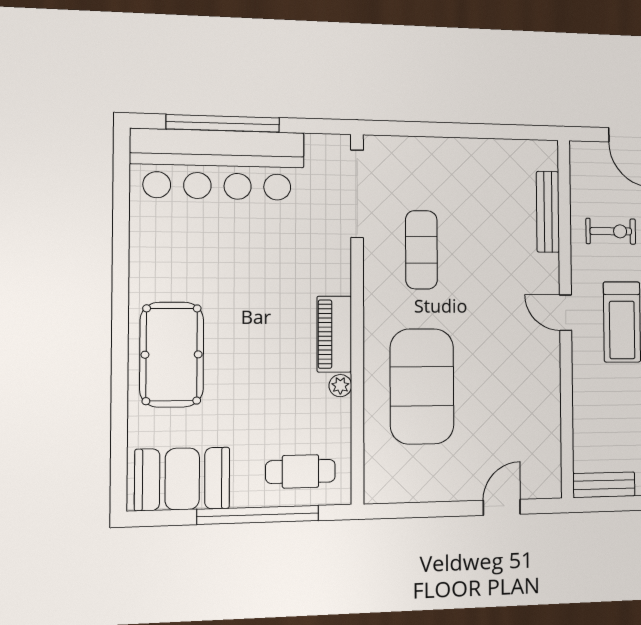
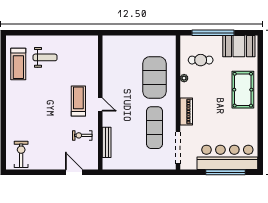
exercise mat: (421, 250) -> (154, 128), width x1.36, depth x1.45
piano: (334, 334) -> (186, 111), moved
cafe table: (300, 471) -> (201, 60), moved
bench: (604, 485) -> (86, 40), removed
door: (502, 507) -> (125, 33), removed

